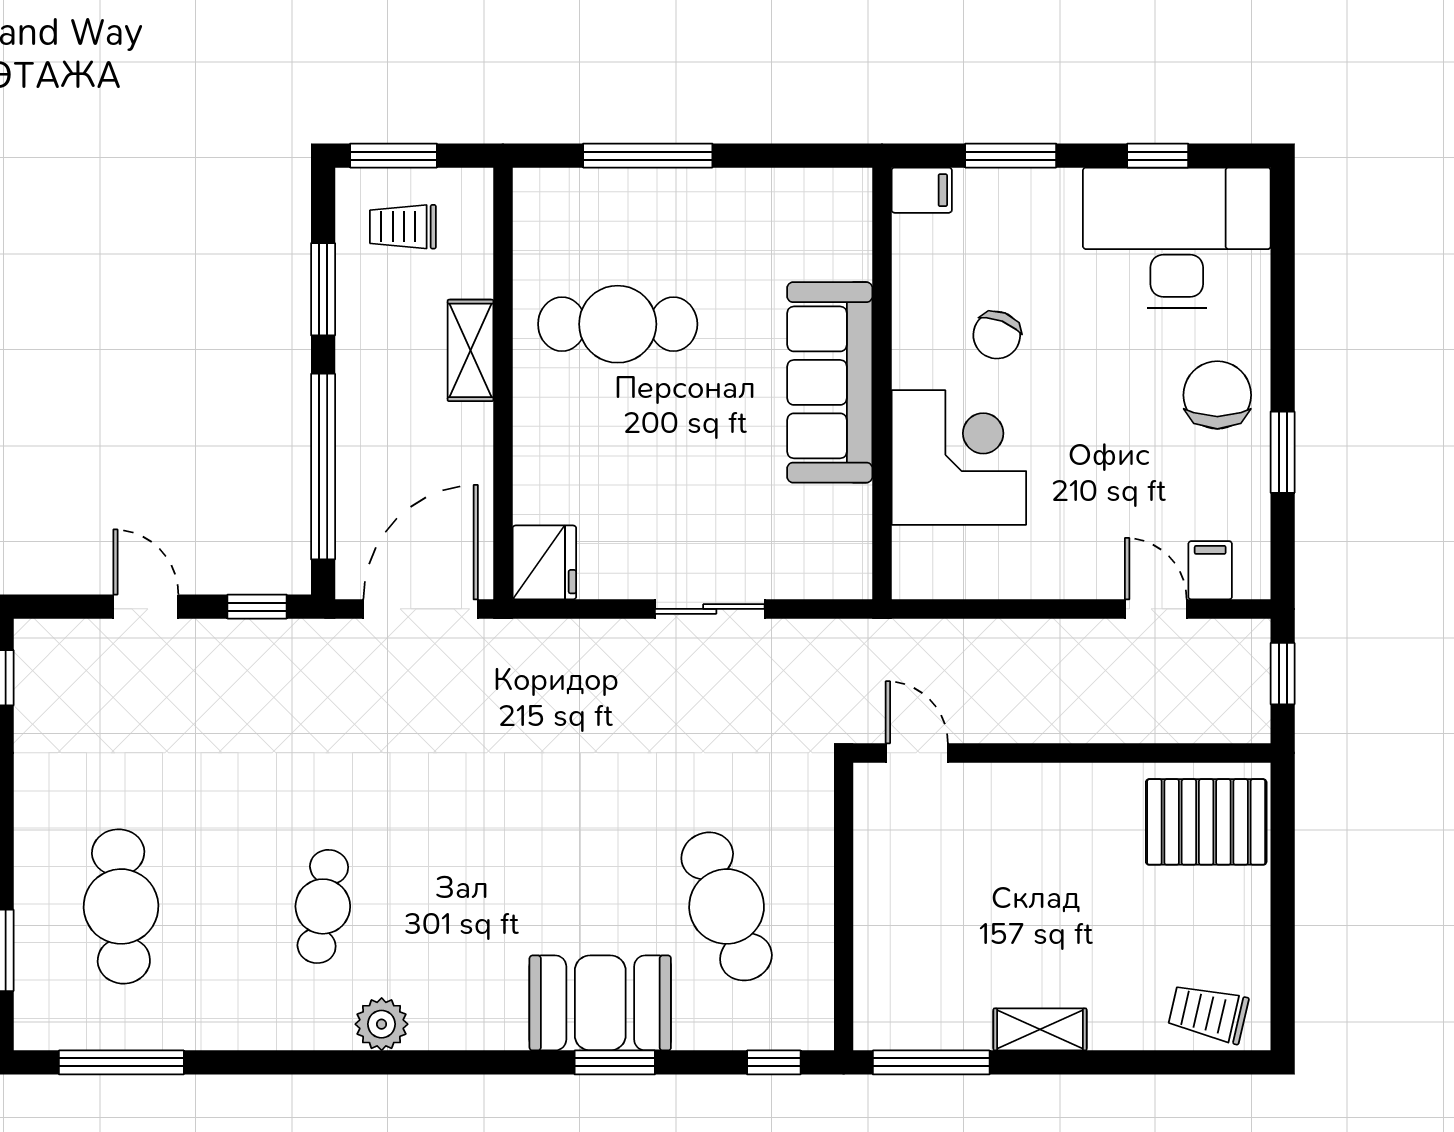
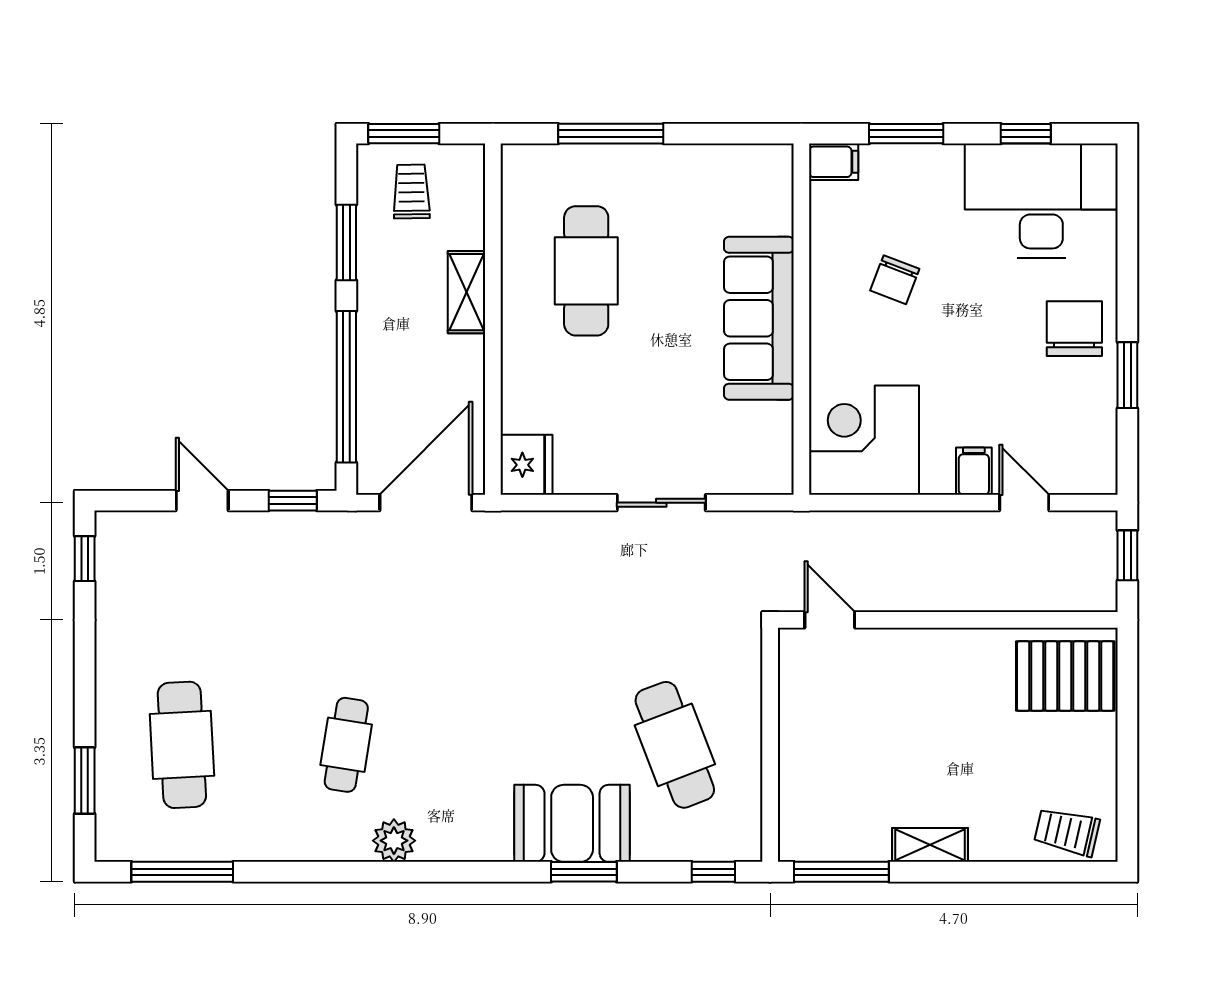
trolley: (403, 227) -> (411, 192), turned 89
cafe table: (618, 324) -> (586, 271), turned 90
corner desk: (959, 458) -> (864, 440), moved, turned -90
filing cabinet: (1210, 570) -> (974, 471), moved

